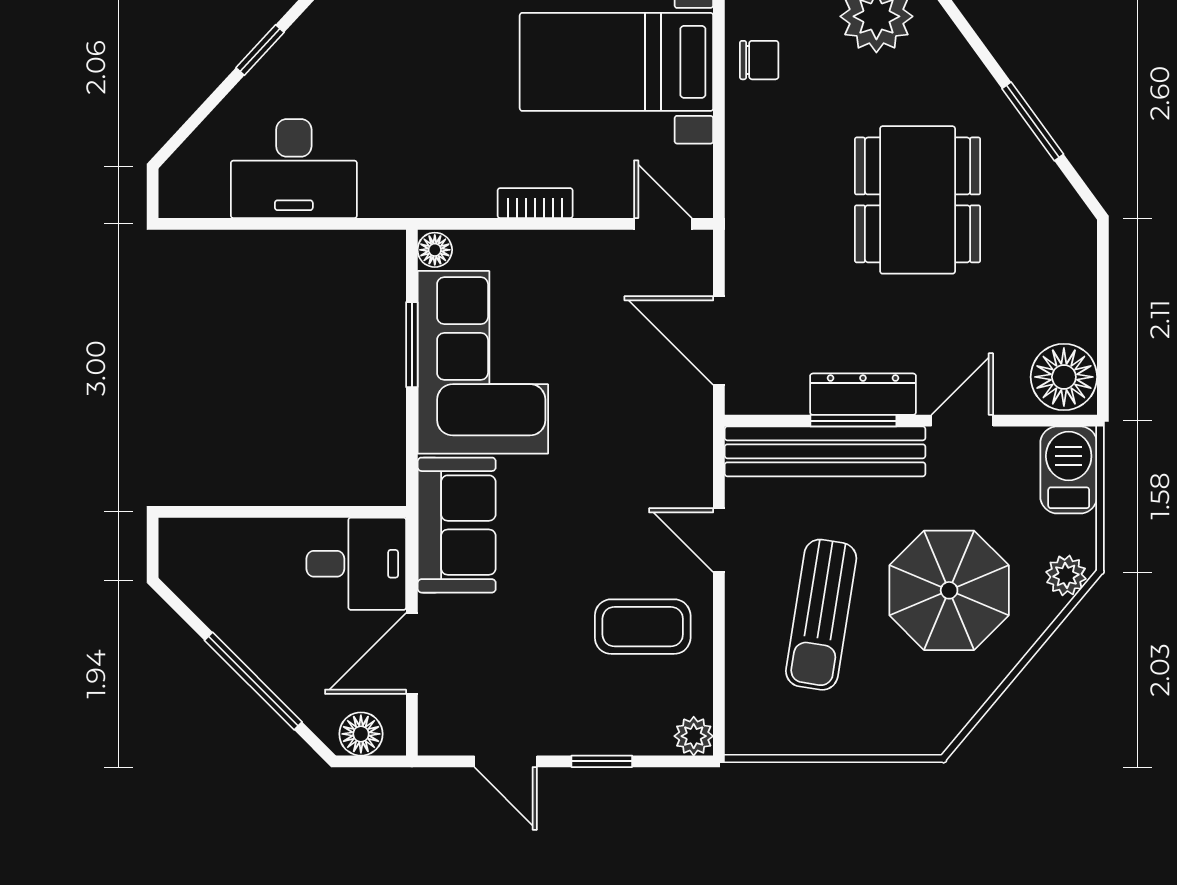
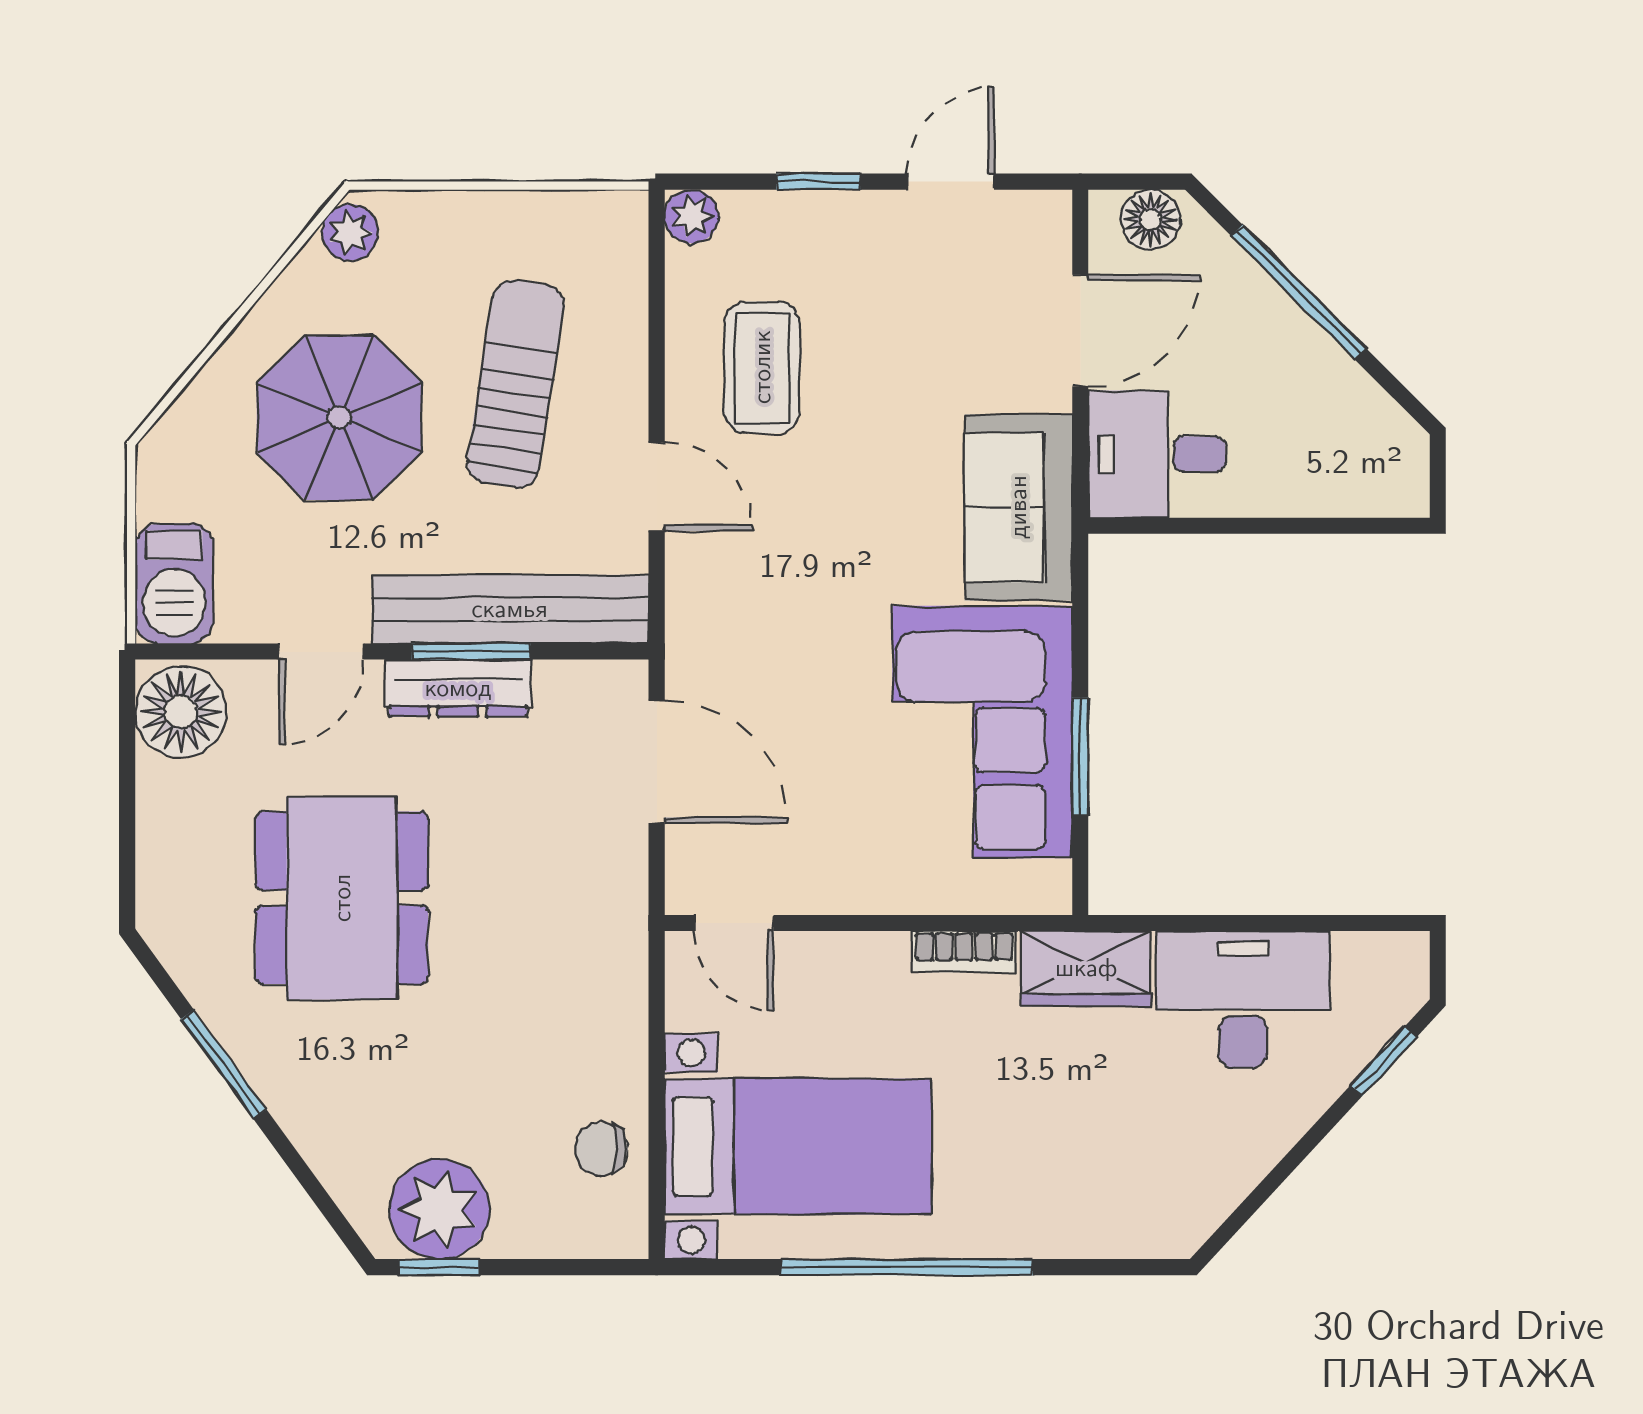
window: (260, 50) -> (1384, 1061), moved
wardrobe: (408, 191) -> (1086, 968), added
dining table: (918, 200) -> (342, 898), moved
bookcase: (535, 203) -> (964, 952), moved
floor lamp: (435, 250) -> (1049, 887), removed
plant: (1066, 575) -> (350, 232), moved
coffee table: (643, 627) -> (762, 367), turned 90
door: (506, 761) -> (951, 182), hinge flipped

